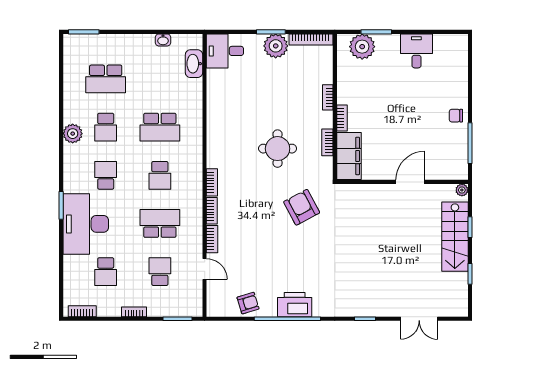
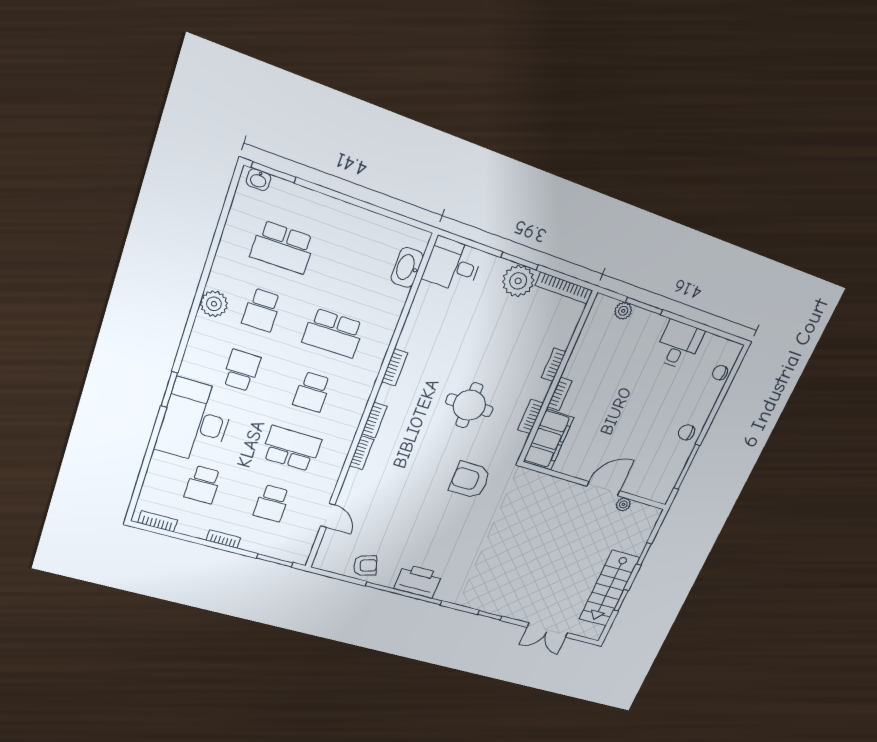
washbasin: (163, 40) -> (259, 180), moved
plant: (362, 47) -> (623, 311), width x0.53, depth x0.53
chair: (459, 61) -> (720, 373), added
plant: (462, 190) -> (623, 504), moved
armchair: (302, 207) -> (470, 480), turned -62
stairs: (455, 237) -> (609, 588), moved
bookcase: (212, 239) -> (395, 367), moved
school desk: (160, 272) -> (272, 503), turned 180

